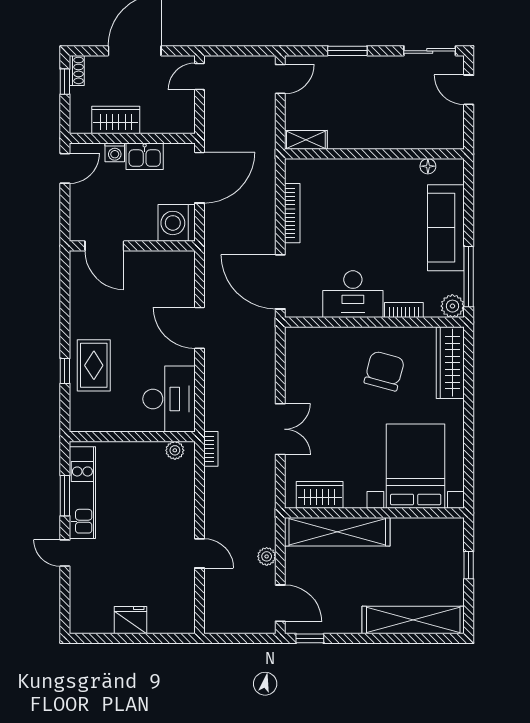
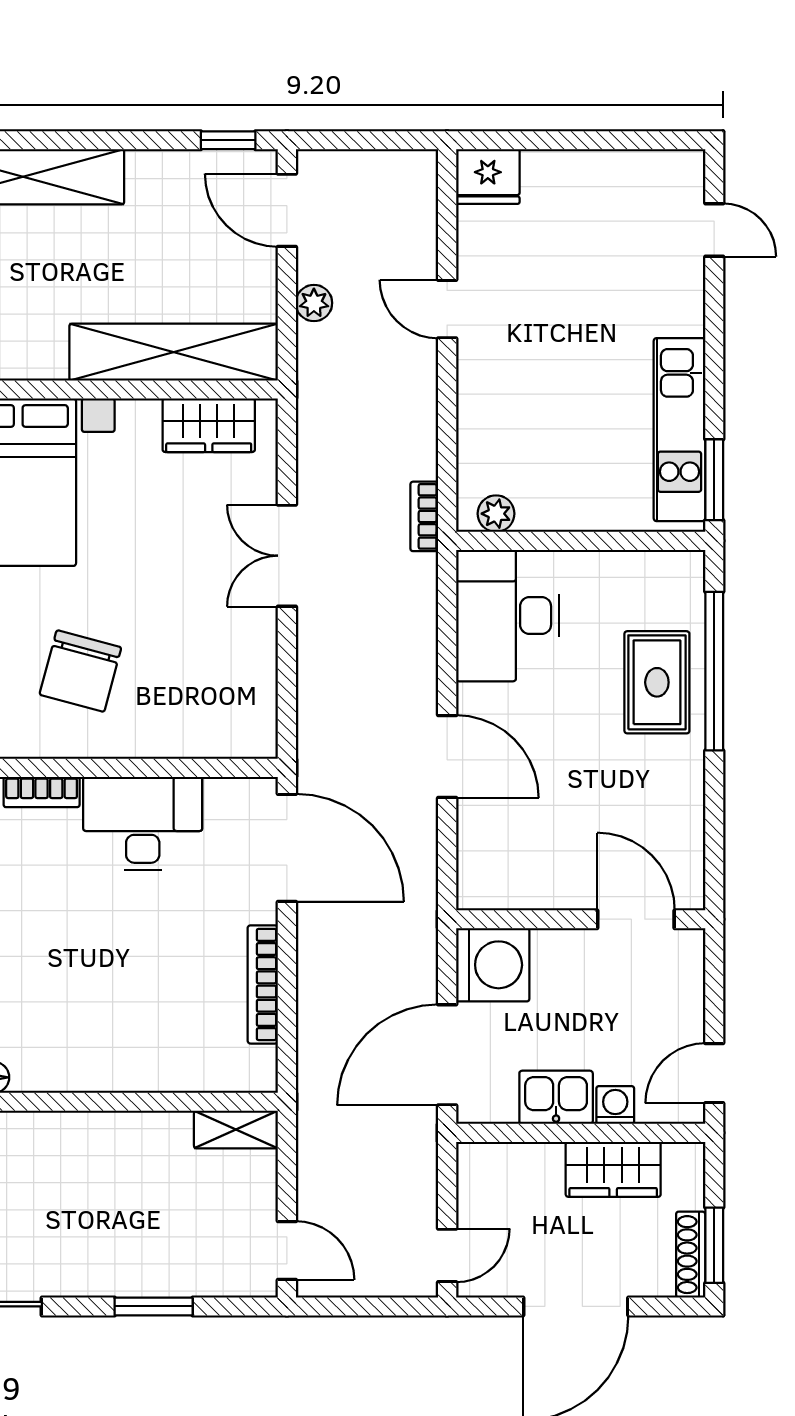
shoe rack: (77, 70) -> (691, 1255), width x1.43
door: (280, 79) -> (287, 1251), swing flipped
window: (65, 82) -> (714, 1245), width x1.50
window: (65, 371) -> (714, 671), width x3.17
window: (65, 496) -> (714, 480), moved
door: (65, 553) -> (714, 230), moved
fridge: (131, 620) -> (488, 177), moved

